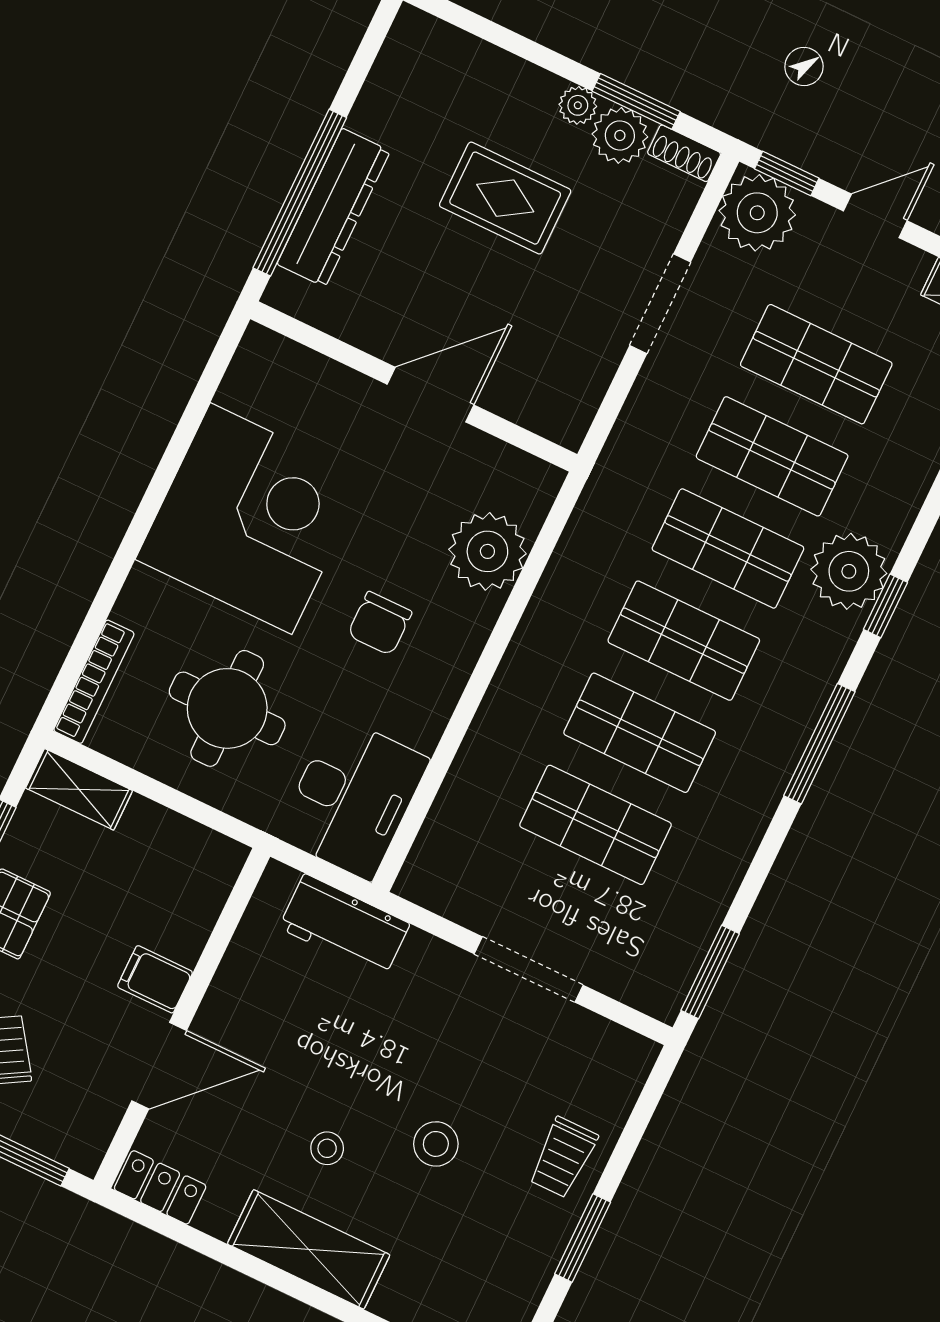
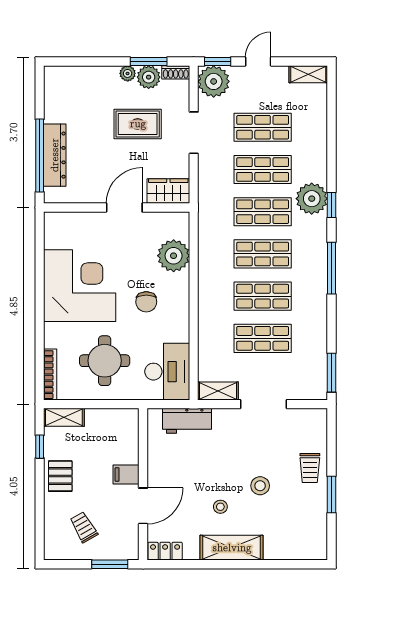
rug: (505, 198) -> (138, 124), moved
wardrobe: (544, 405) -> (168, 191), added
shelving: (443, 893) -> (218, 391), added

